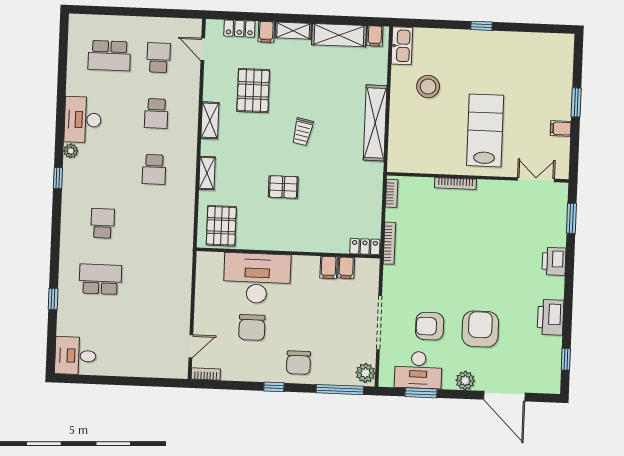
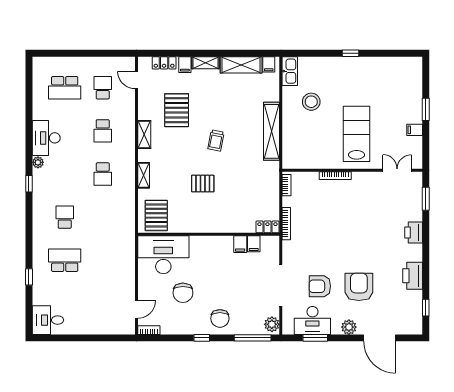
desk: (257, 278) -> (163, 255), moved

